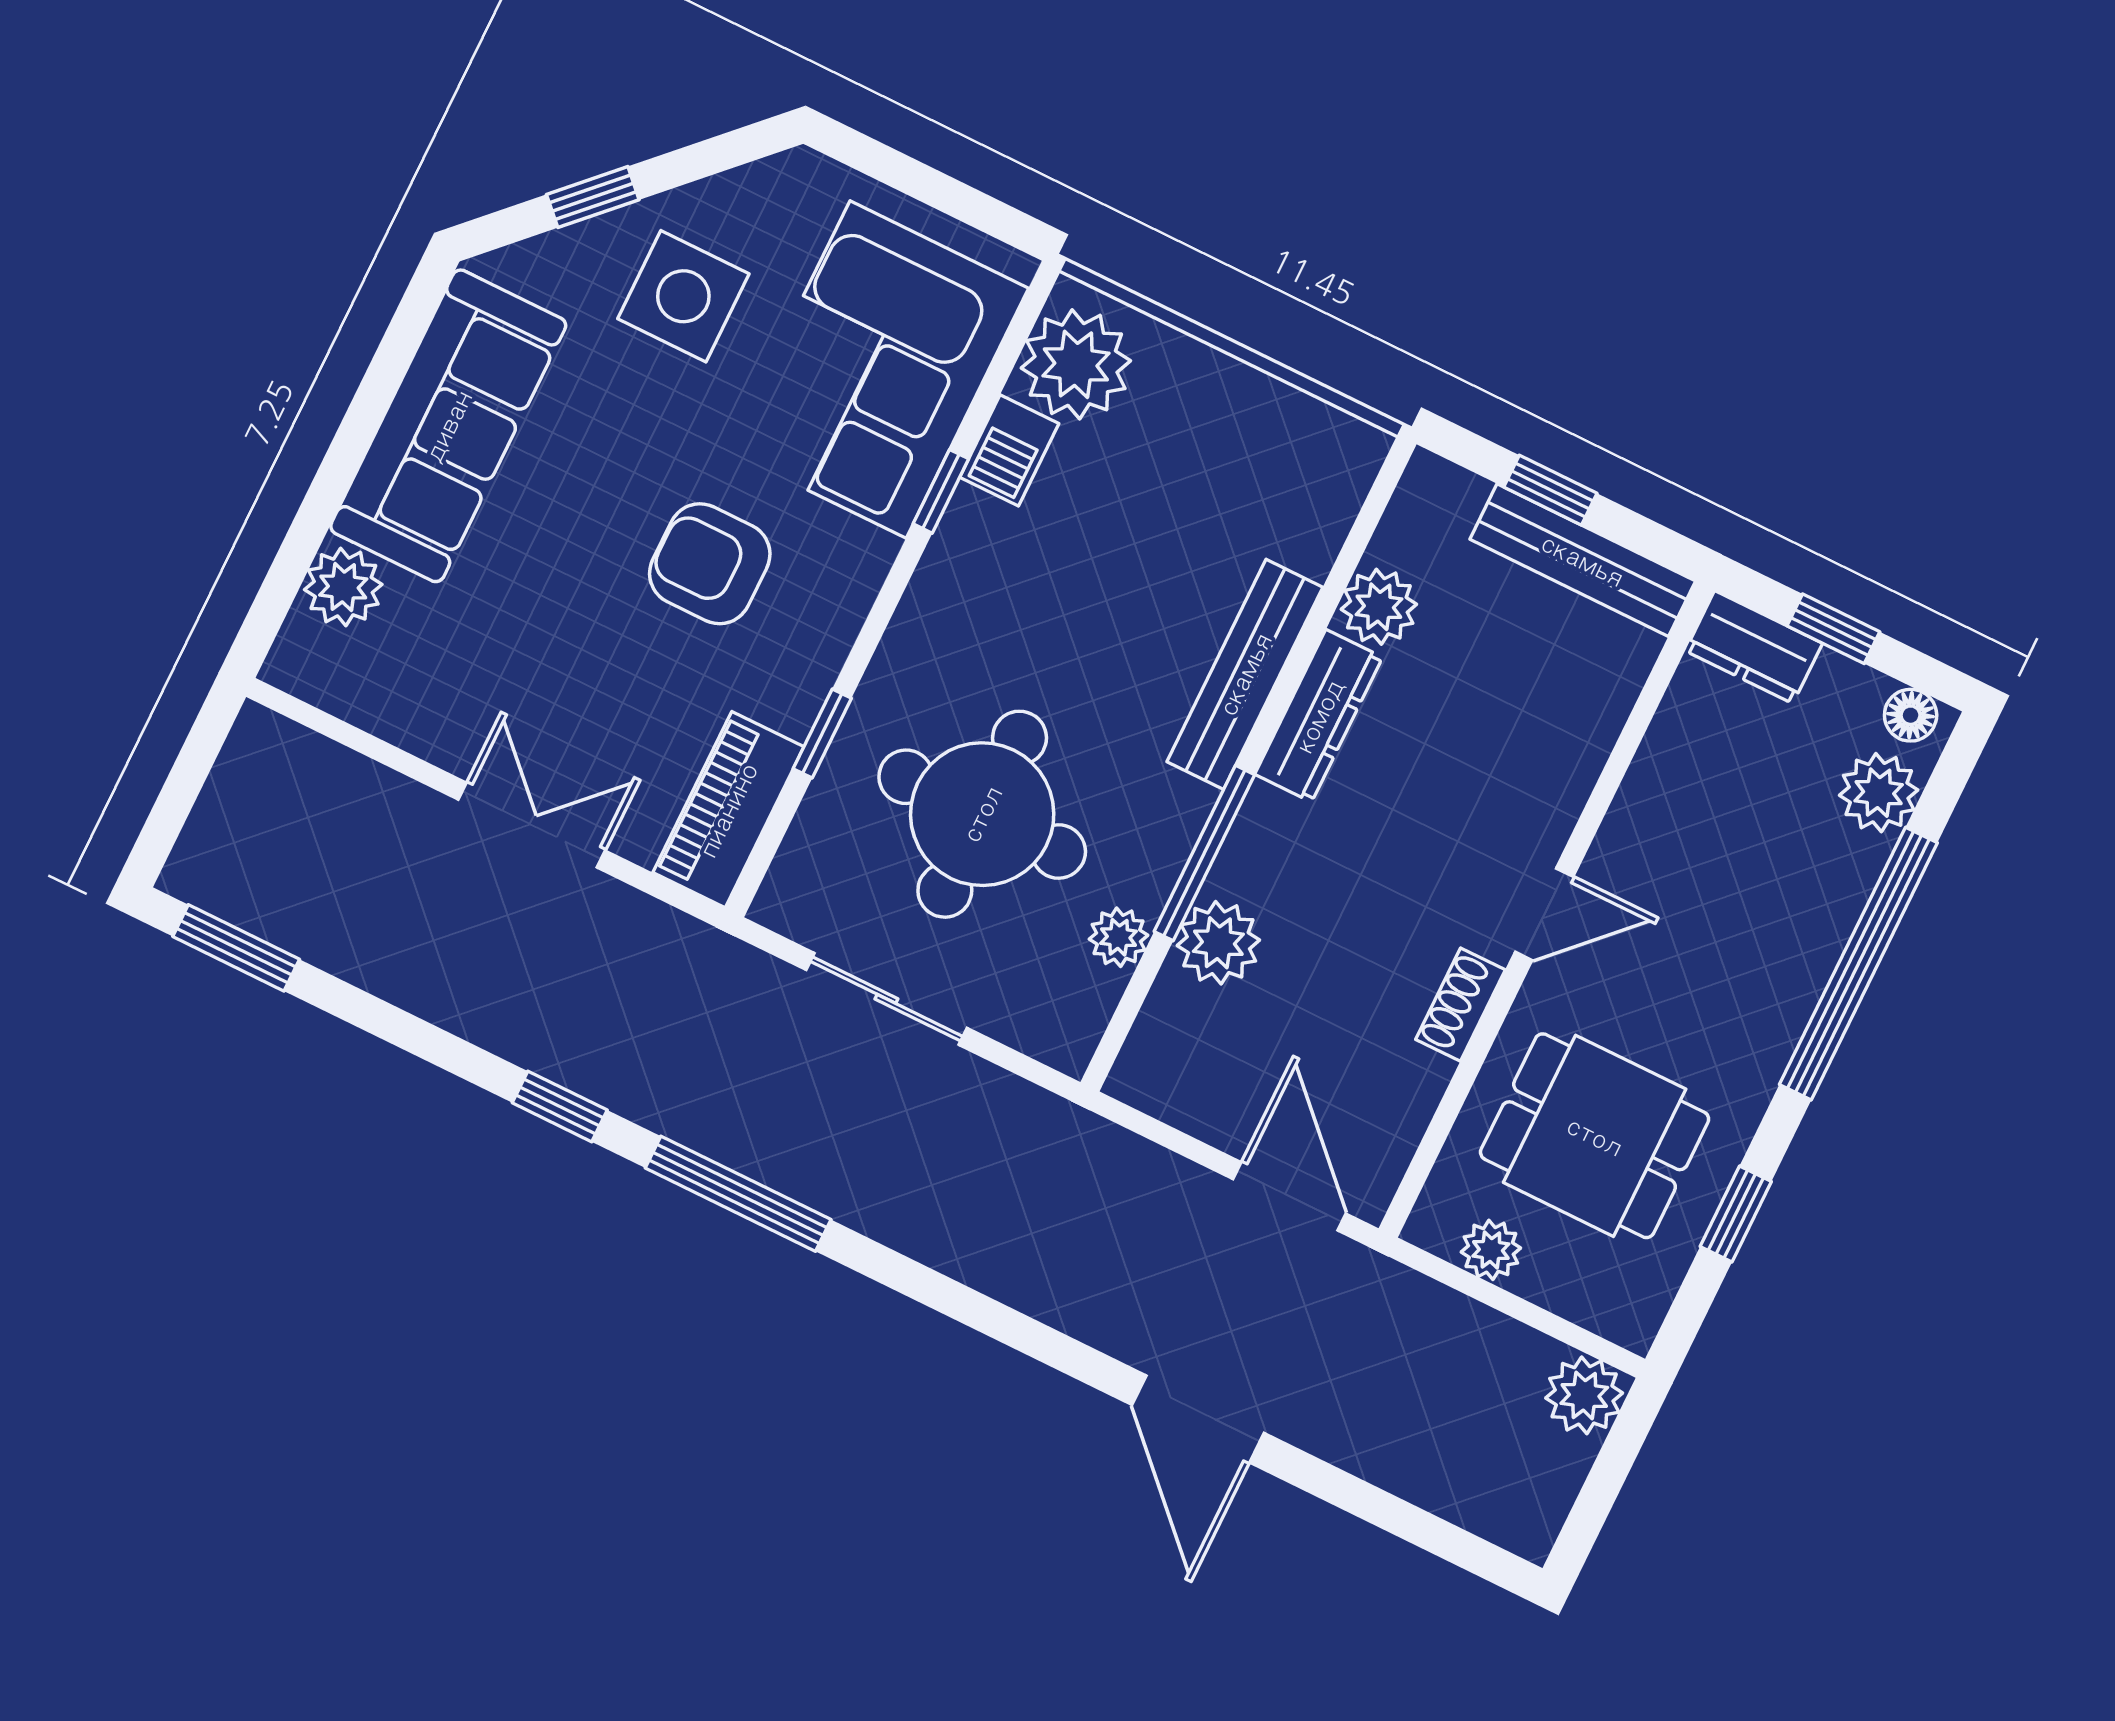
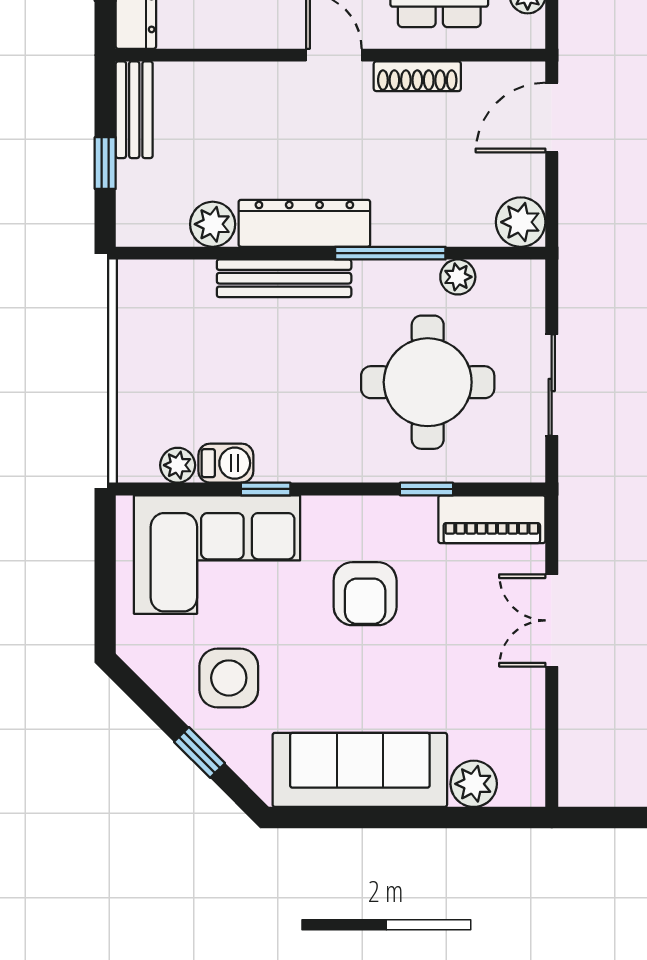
plant: (1076, 364) -> (178, 465), width x0.53, depth x0.53
bench: (1583, 560) -> (134, 110), width x0.73
dresser: (1319, 716) -> (304, 223), width x1.37, depth x1.24
plant: (1218, 943) -> (521, 222), moved
shoe rack: (1460, 1005) -> (417, 76), width x1.43

